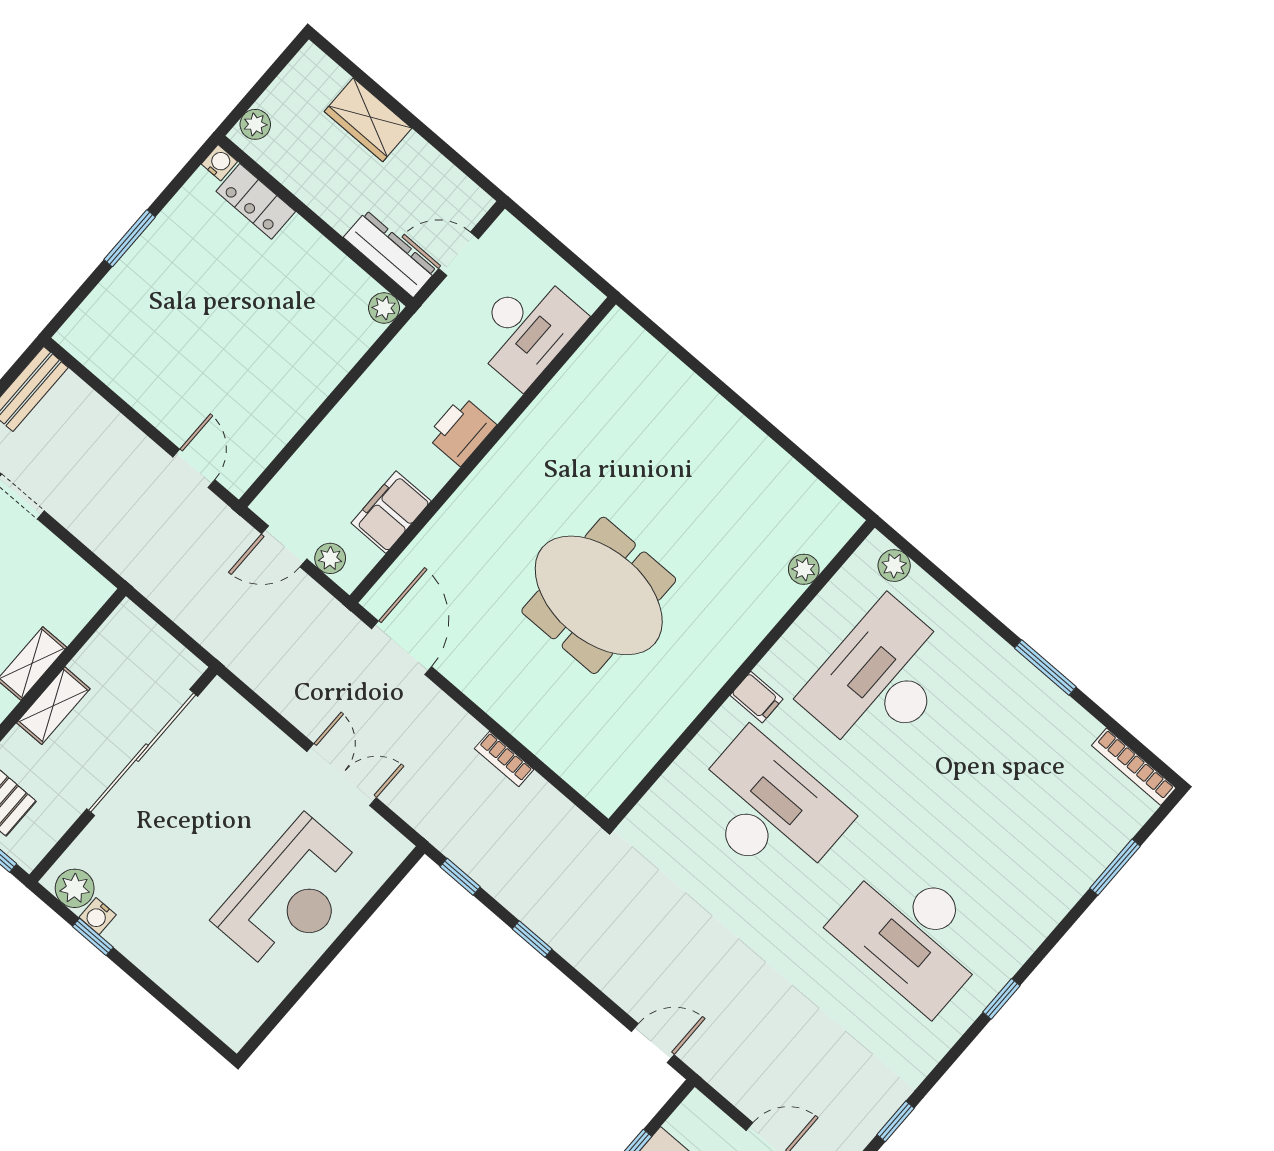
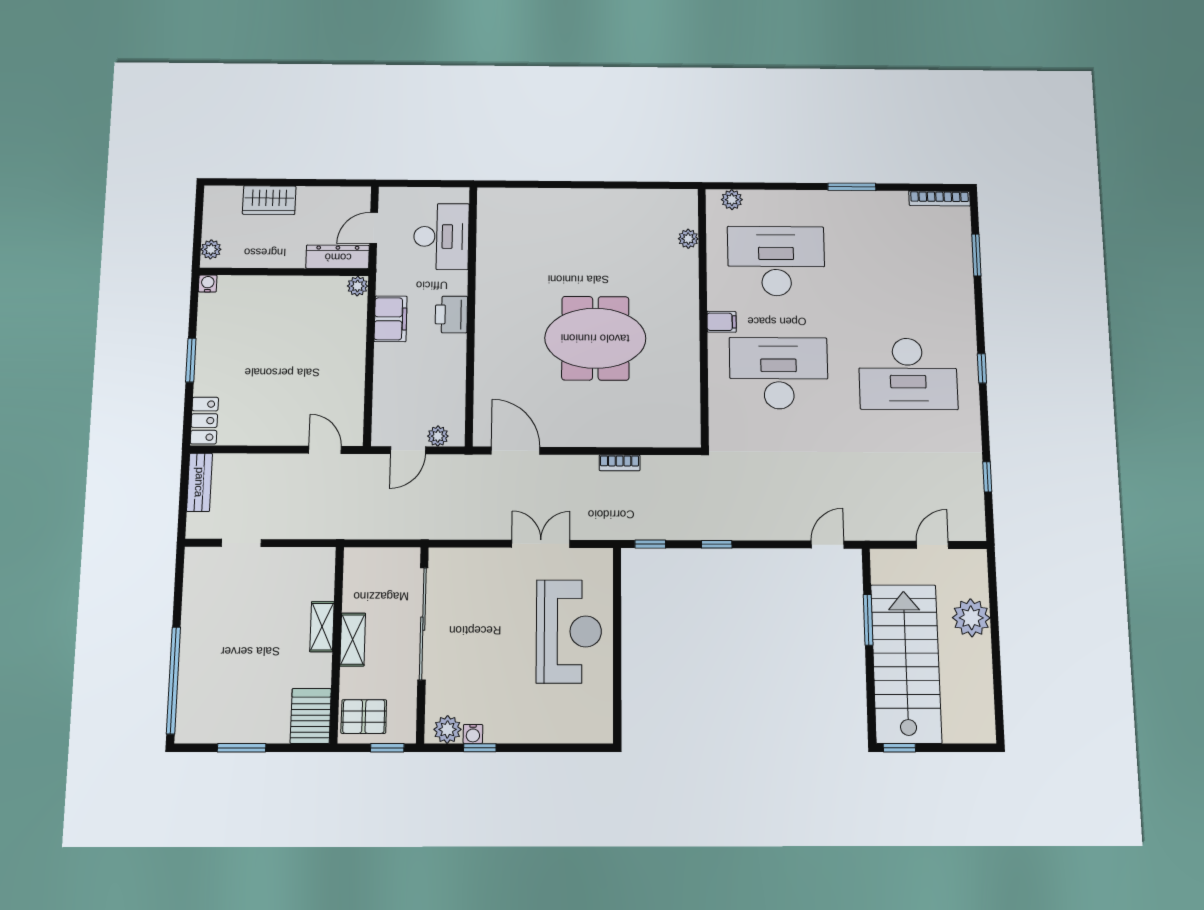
locker: (256, 201) -> (204, 421), moved, turned -90
filing cabinet: (391, 512) -> (391, 319), moved, turned 180
desk: (881, 680) -> (776, 261), turned 90

